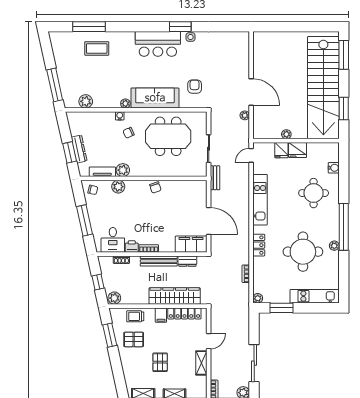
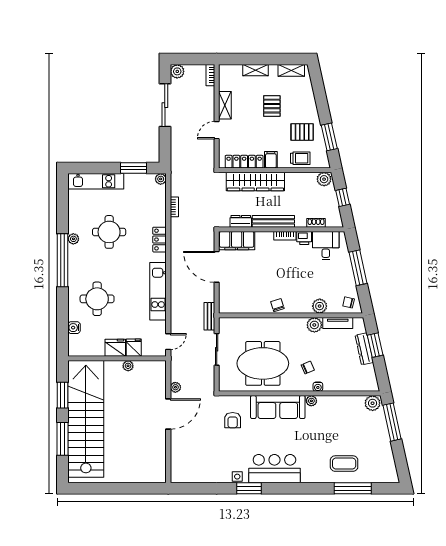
window: (344, 55) -> (63, 439), moved
door: (251, 92) -> (168, 414), swing flipped
plant: (86, 101) -> (373, 403), moved
round table: (303, 252) -> (109, 232), width x0.73, depth x0.73

